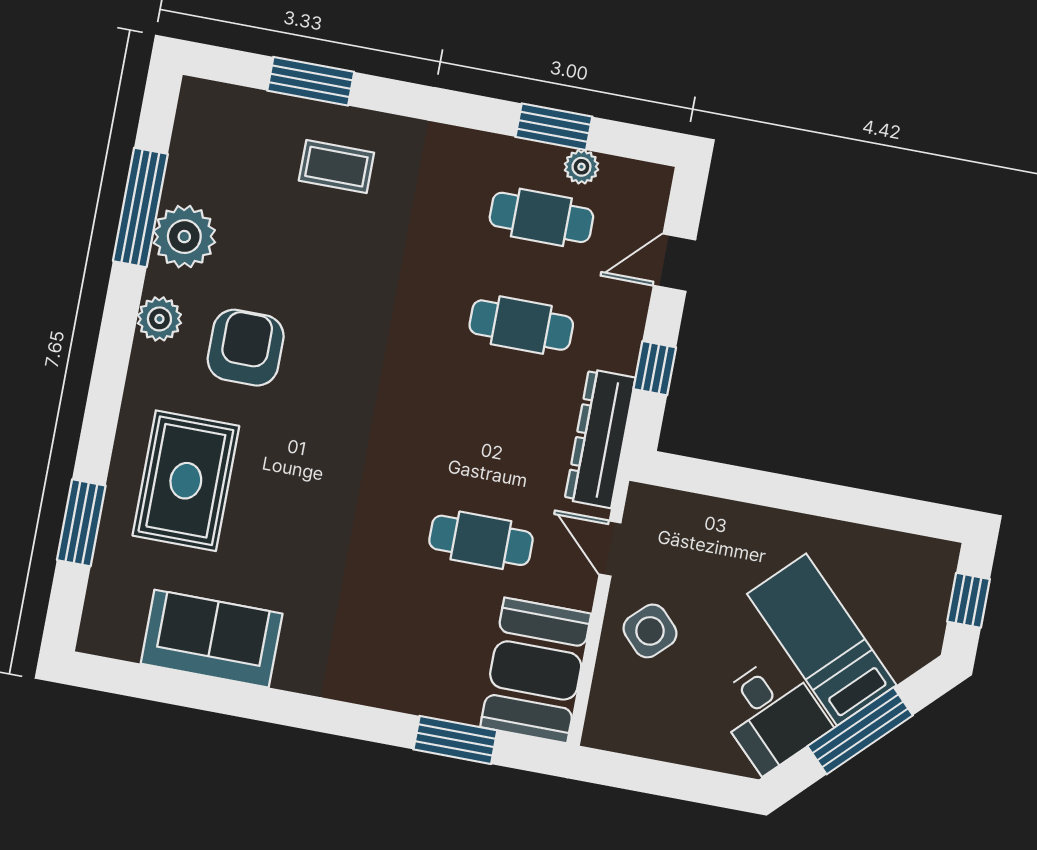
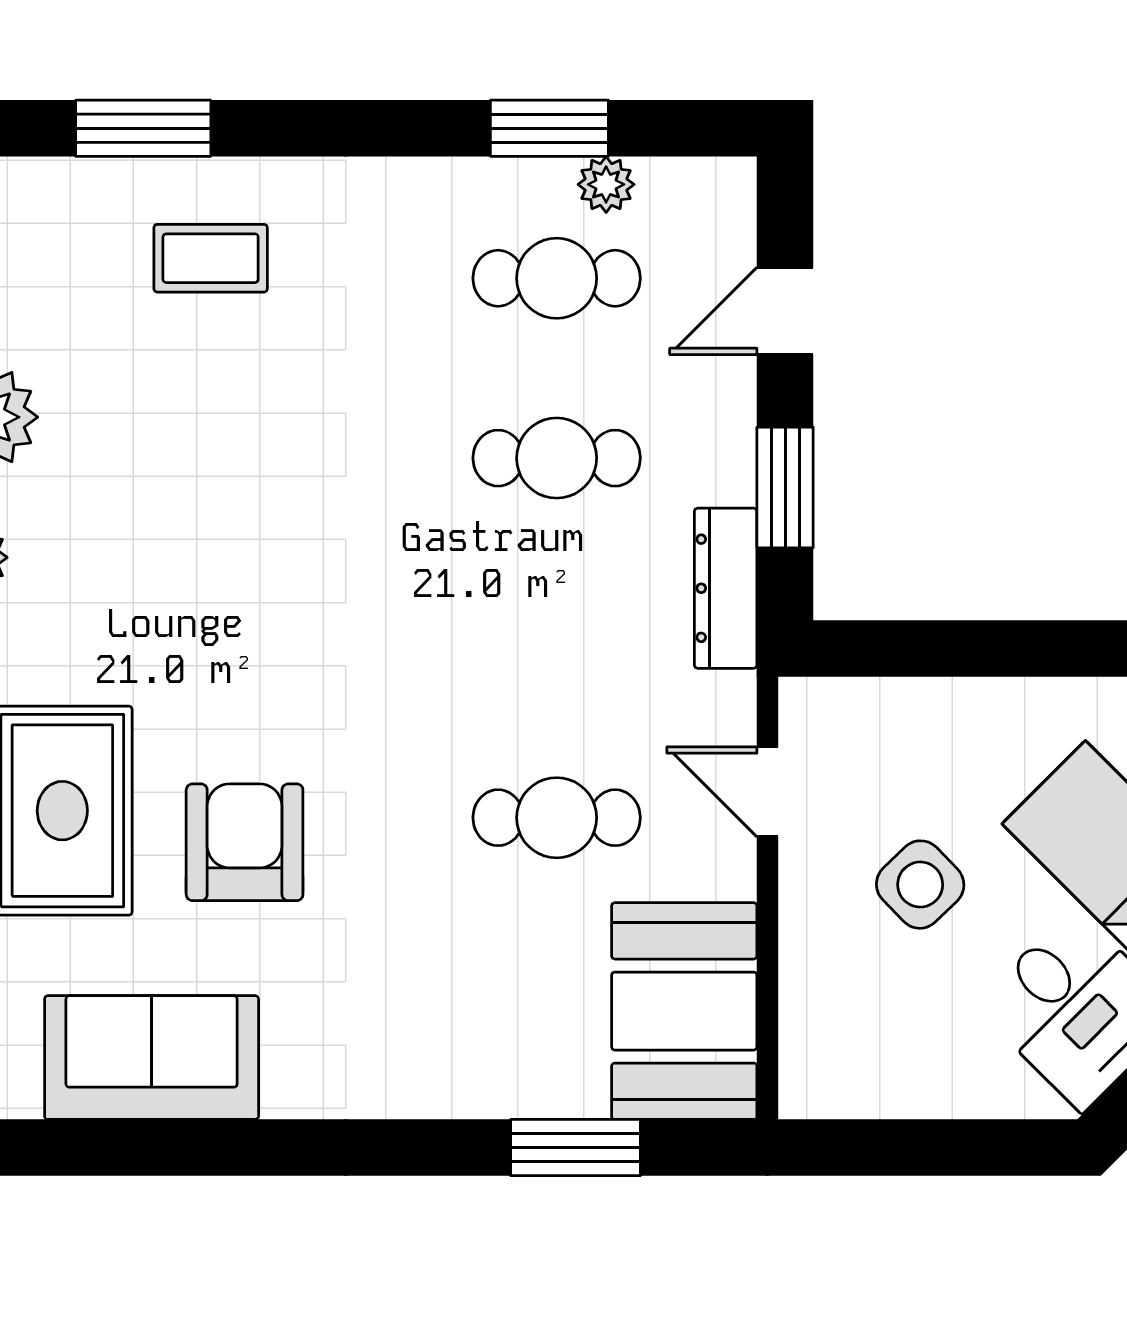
armchair: (246, 348) -> (245, 842), moved
window: (655, 368) -> (785, 487), width x1.50
dresser: (600, 439) -> (726, 588), width x0.73, depth x0.80
side table: (650, 631) -> (920, 885), moved

